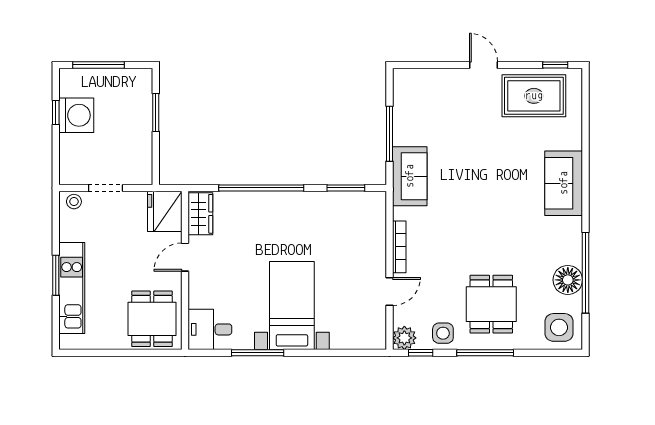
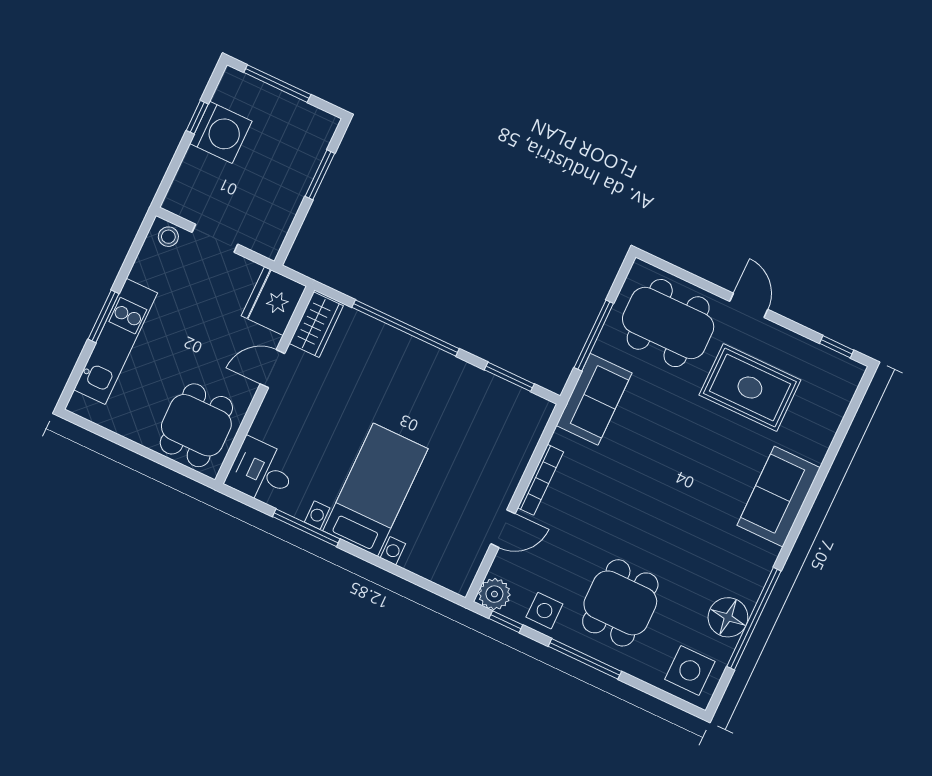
rug: (534, 96) -> (750, 387), moved
dining table: (435, 102) -> (668, 323), added

